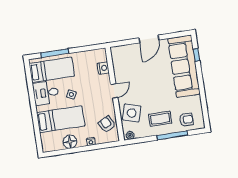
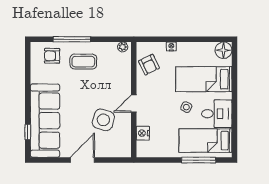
side table: (132, 113) -> (103, 120), moved
floor lamp: (70, 142) -> (223, 50), moved

